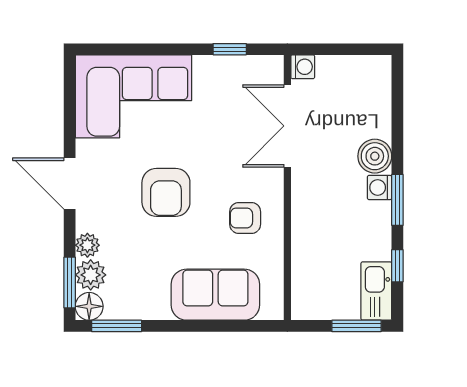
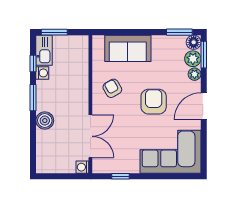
door: (70, 184) -> (204, 106), swing flipped
washing machine: (380, 187) -> (42, 73), moved
armchair: (245, 218) -> (112, 88), turned -120

